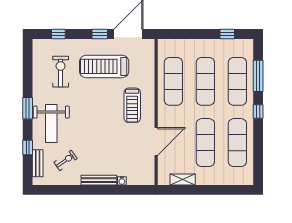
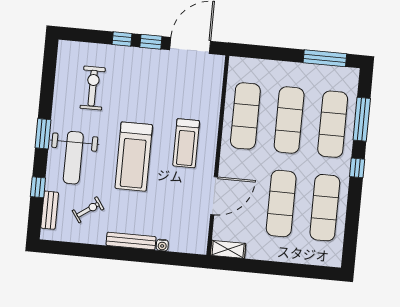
window: (58, 34) -> (122, 39), moved
window: (227, 34) -> (325, 58), width x2.17
treadmill: (104, 66) -> (134, 157), moved, turned -90
shelving: (183, 179) -> (228, 249), moved

